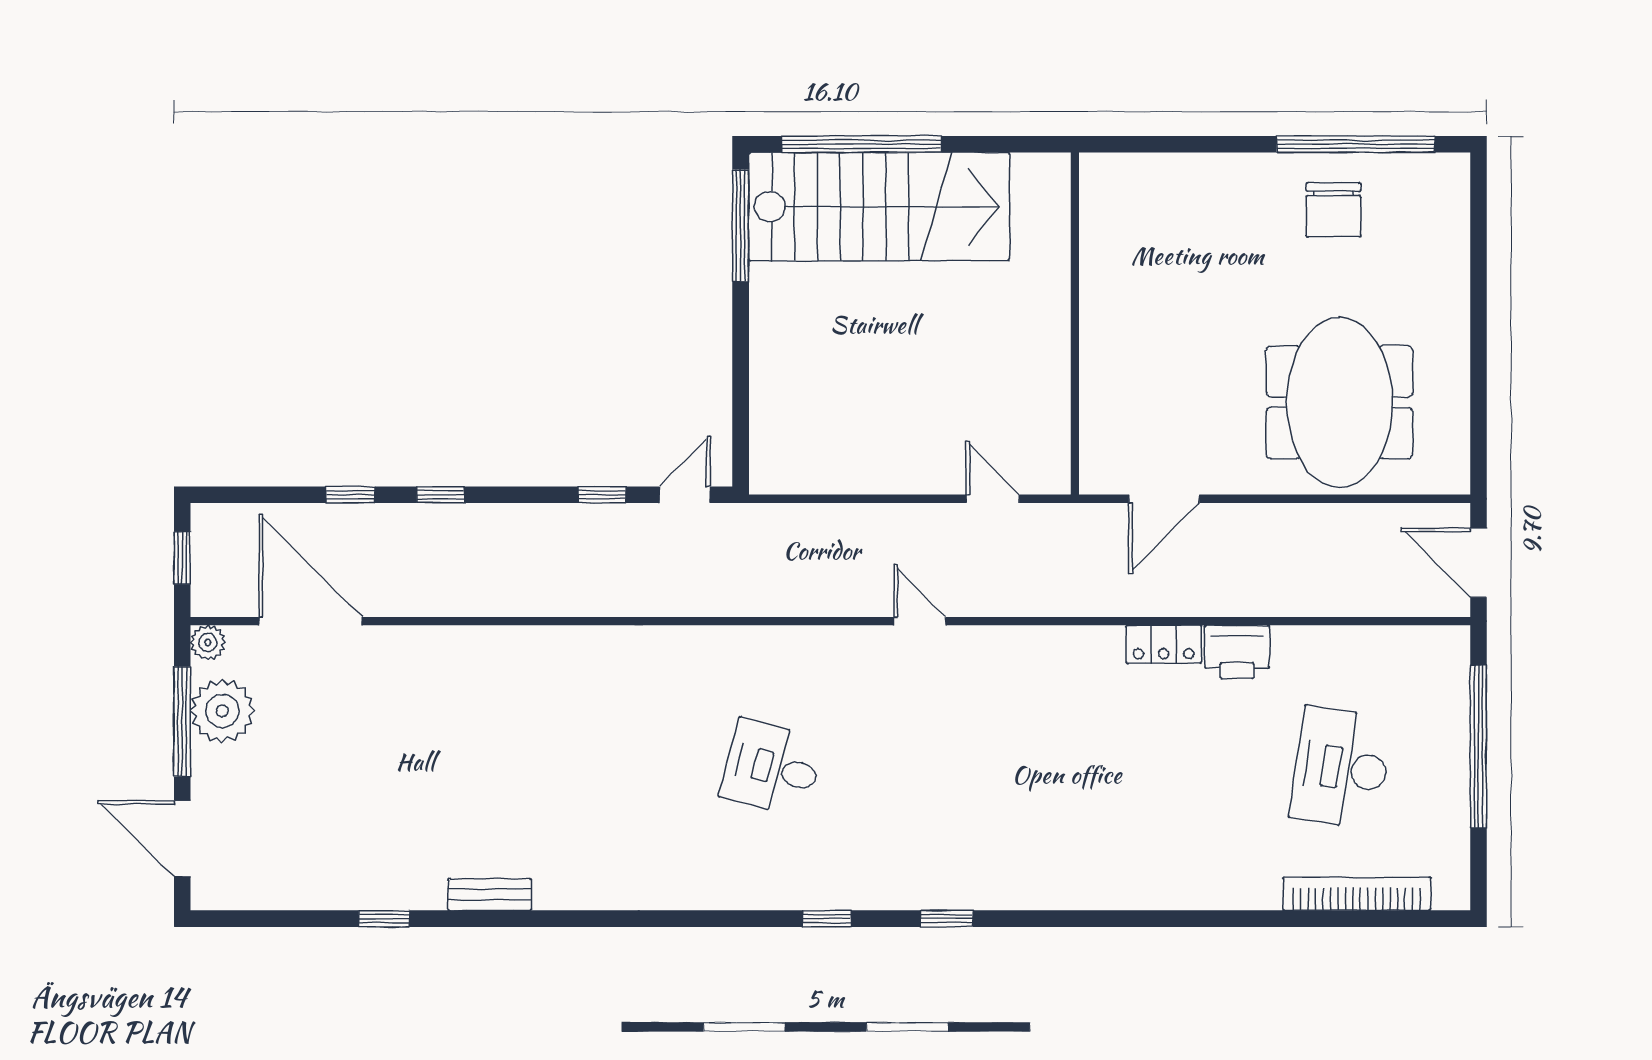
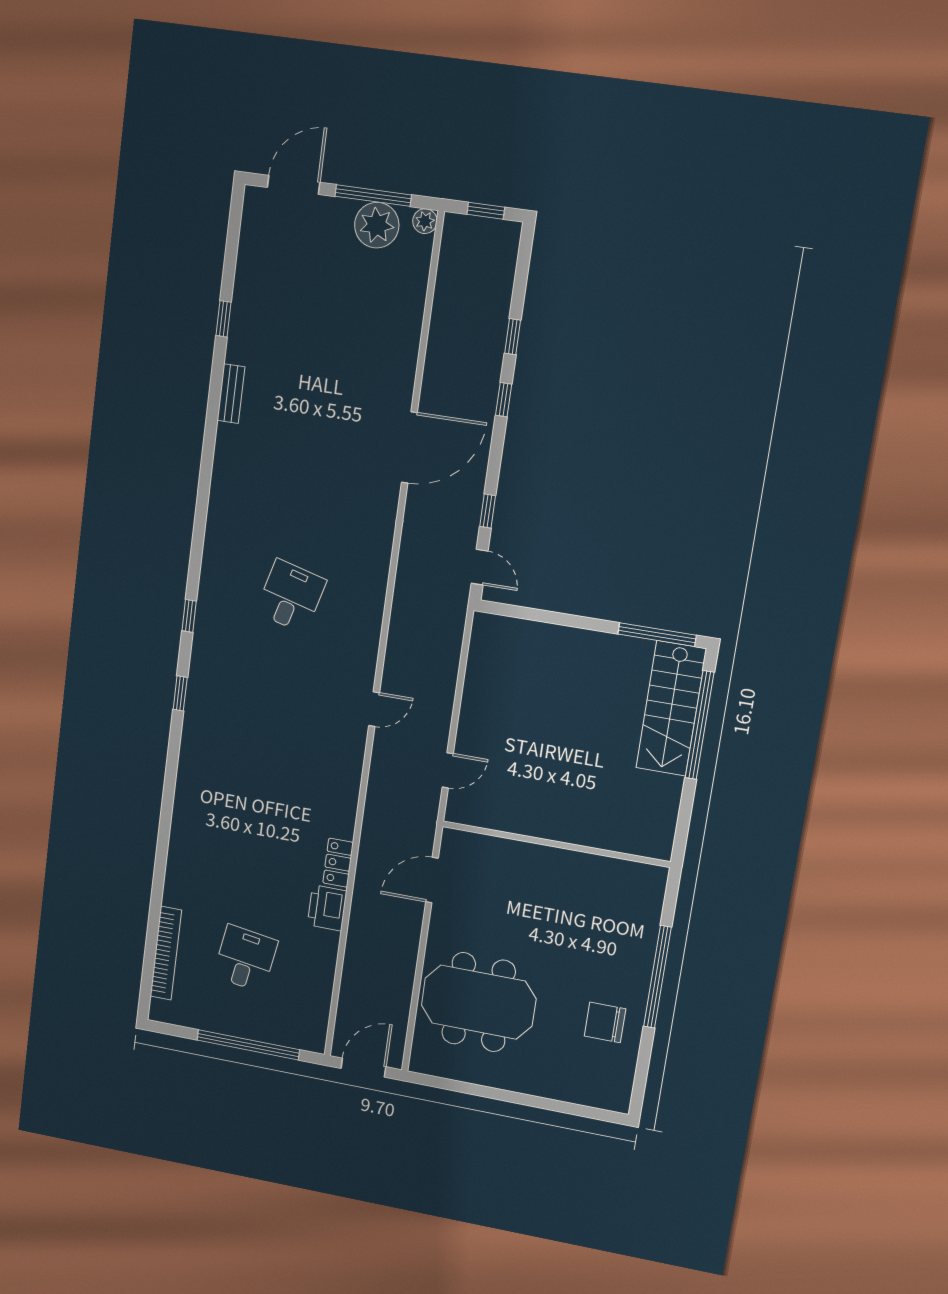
window: (1356, 144) -> (657, 977), moved
stairs: (879, 207) -> (671, 708), width x0.73, depth x0.66
door: (1164, 499) -> (432, 880), hinge flipped
door: (310, 621) -> (409, 447), moved
desk: (1341, 768) -> (245, 959), width x0.73

